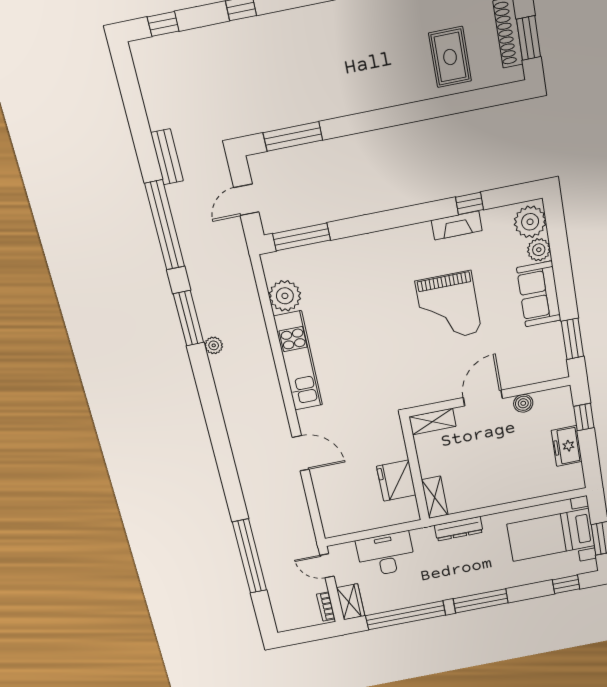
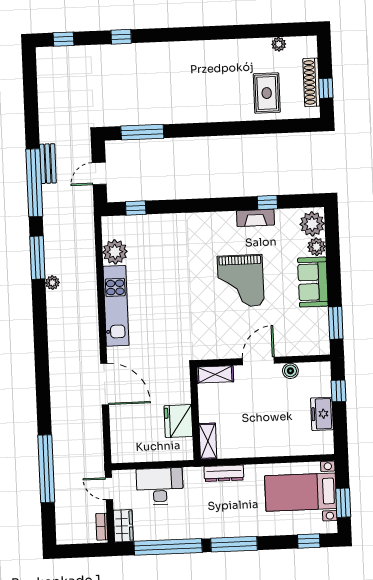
window: (529, 38) -> (326, 88), width x0.67
bench: (167, 157) -> (48, 164), moved
window: (301, 237) -> (136, 208), width x0.46
door: (301, 453) -> (105, 384), width x1.36

